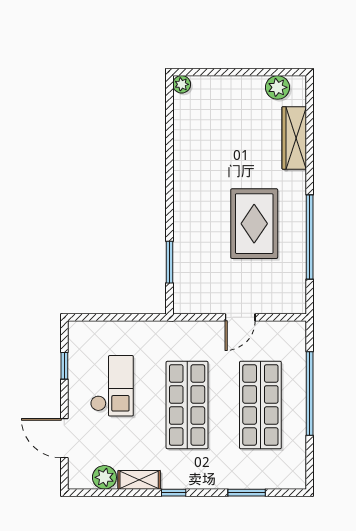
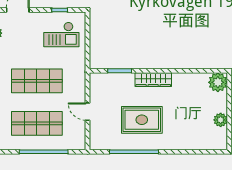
plant: (182, 84) -> (218, 82), width x1.87, depth x1.87
plant: (277, 87) -> (221, 120), moved
wardrobe: (294, 138) -> (153, 80), moved, turned 180
checkout: (112, 386) -> (61, 34), moved

